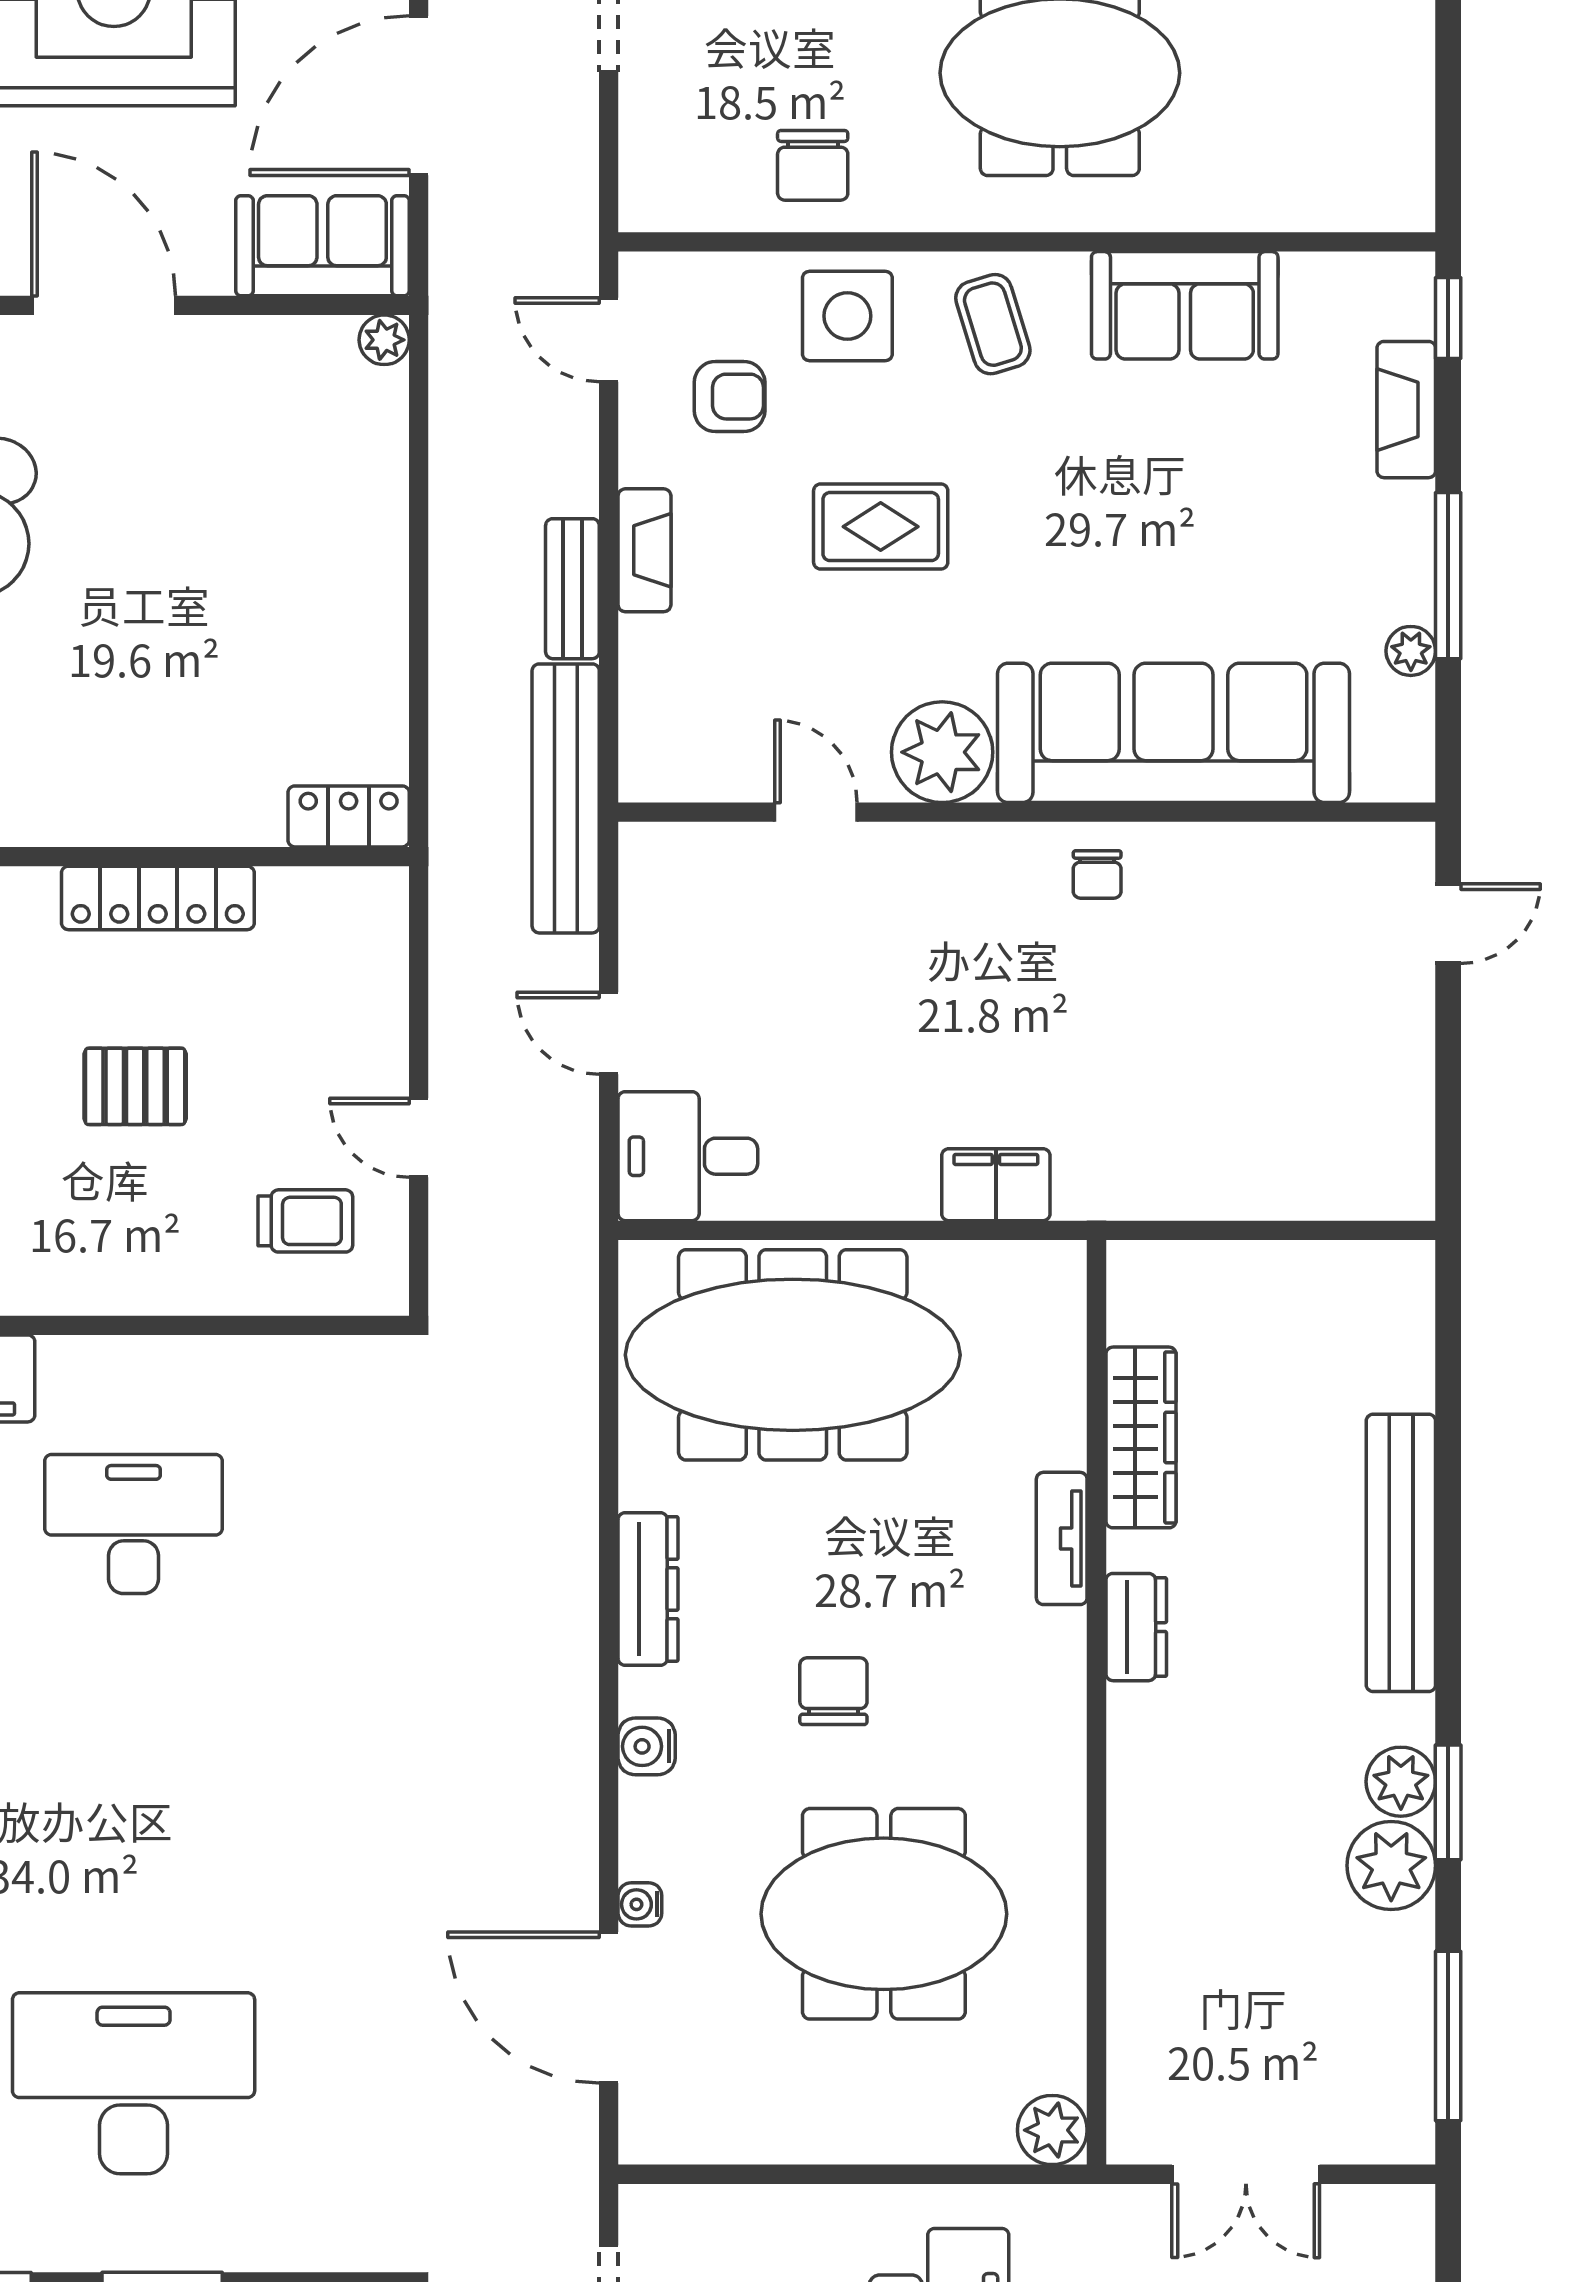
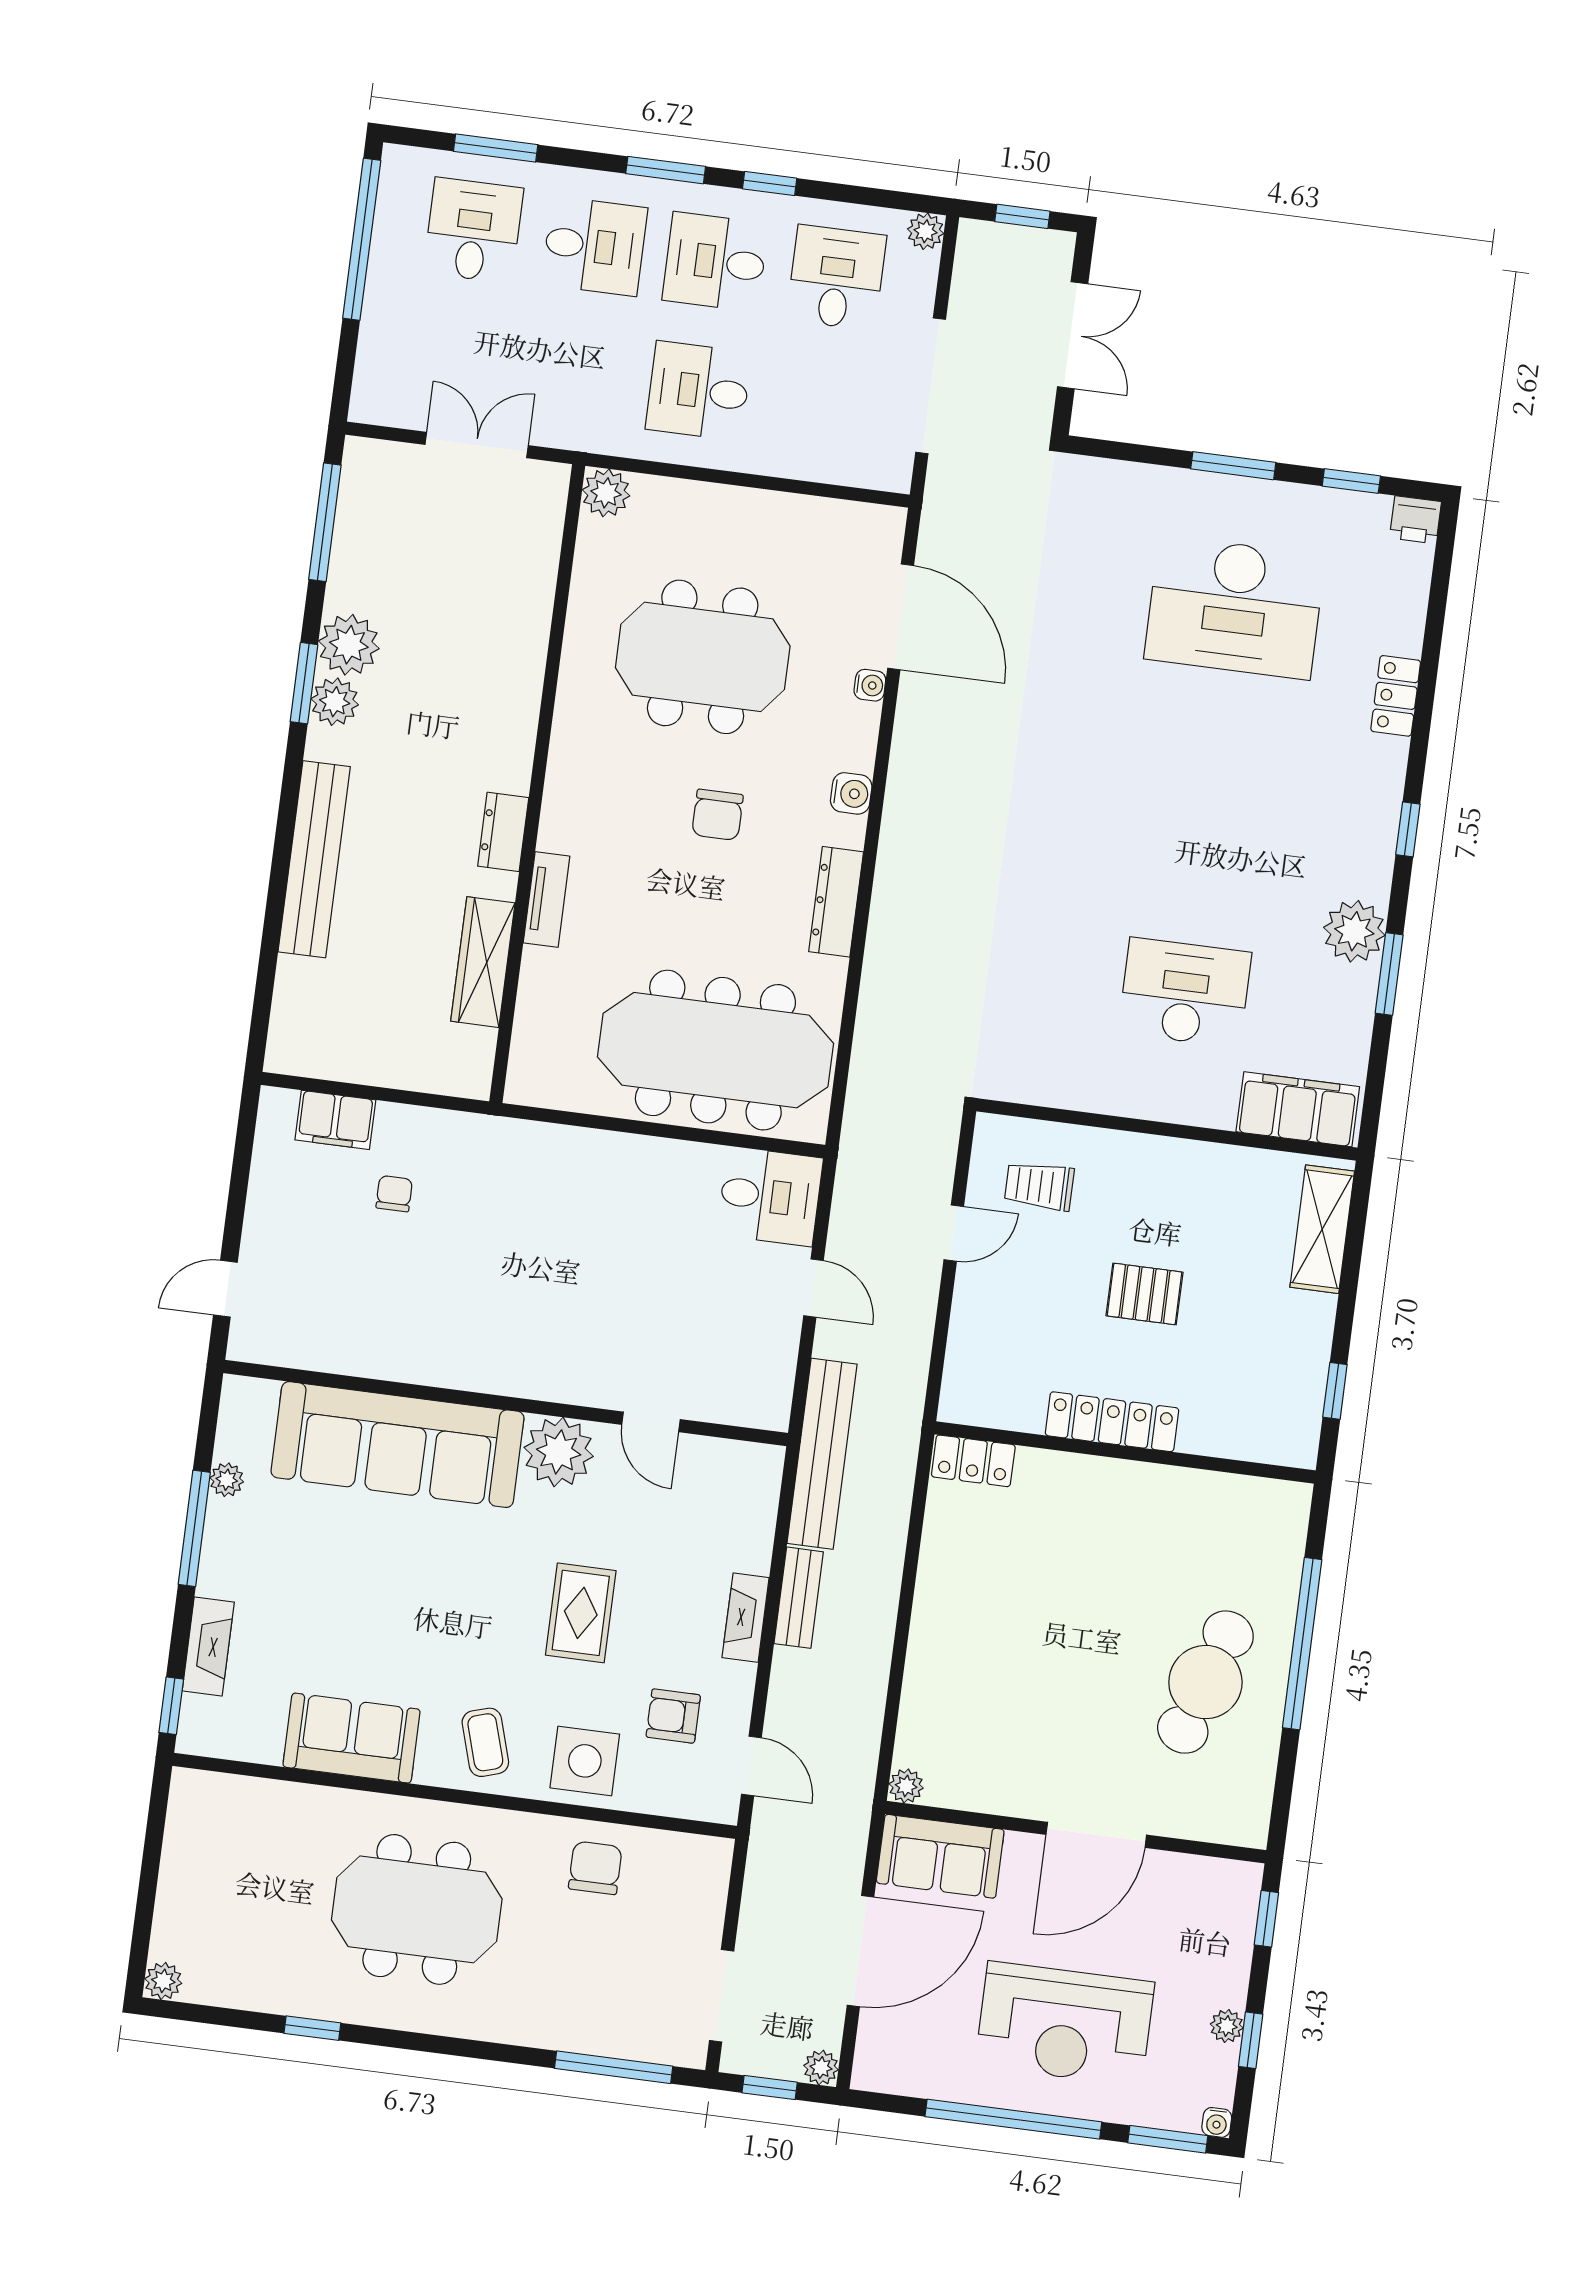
door: (104, 305) -> (1096, 1835), hinge flipped
rug: (881, 527) -> (581, 1613), turned 90
chair: (1097, 874) -> (394, 1194), moved
door: (419, 1138) -> (954, 1233), hinge flipped
filing cabinet: (996, 1185) -> (335, 1120), moved
desk: (134, 1524) -> (1185, 993), turned 180

